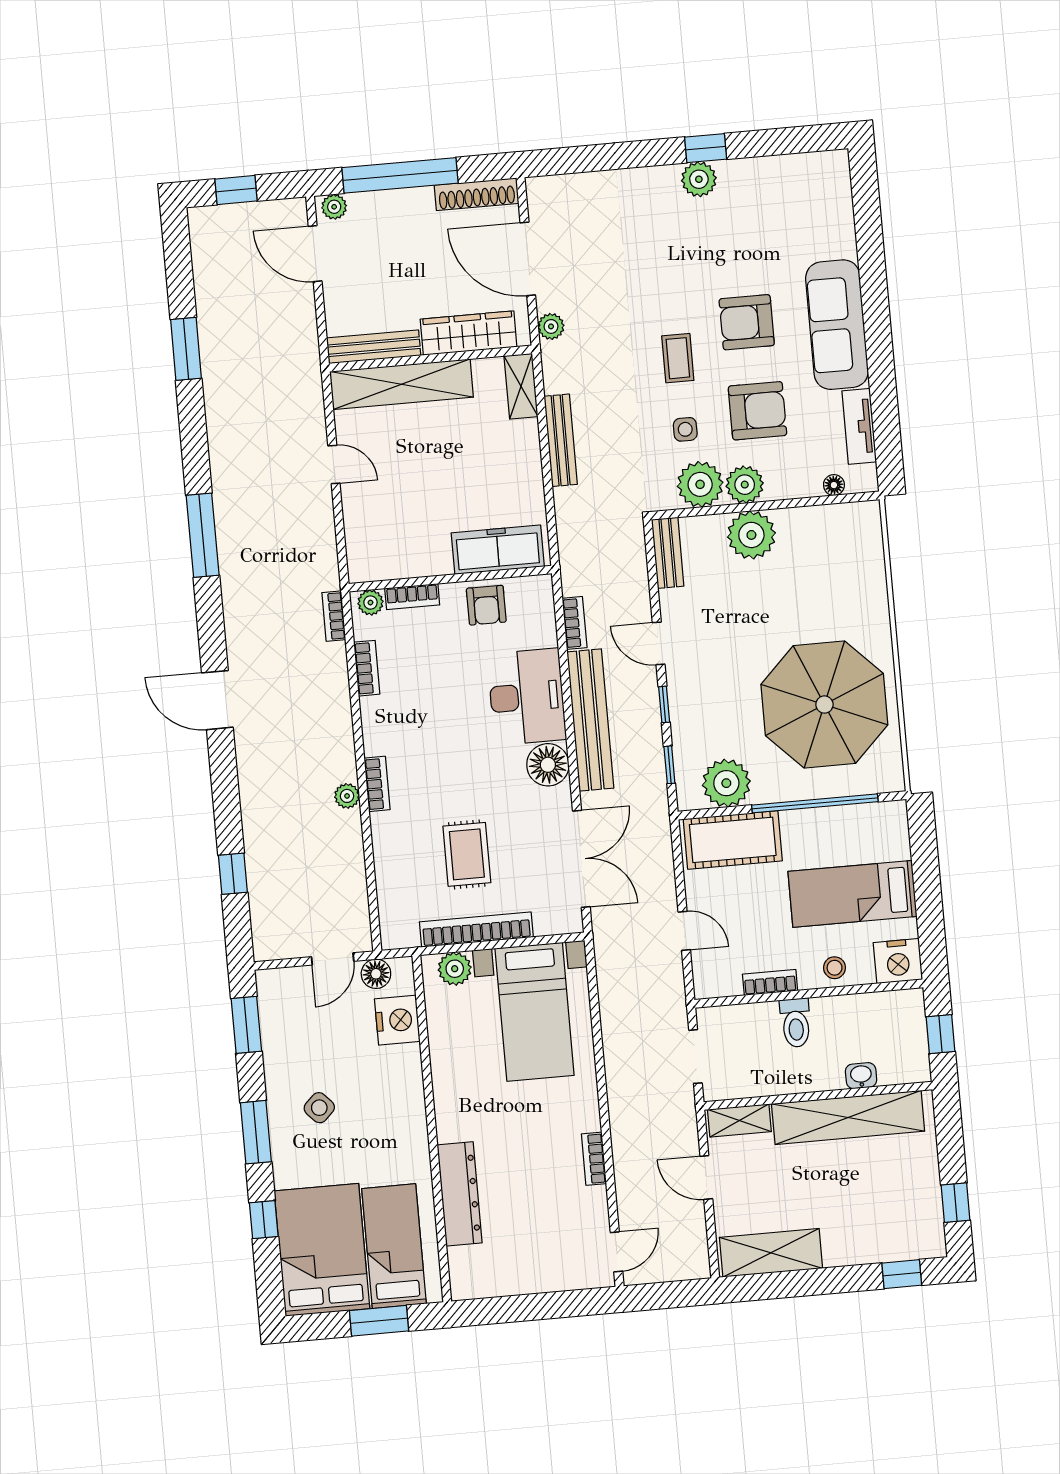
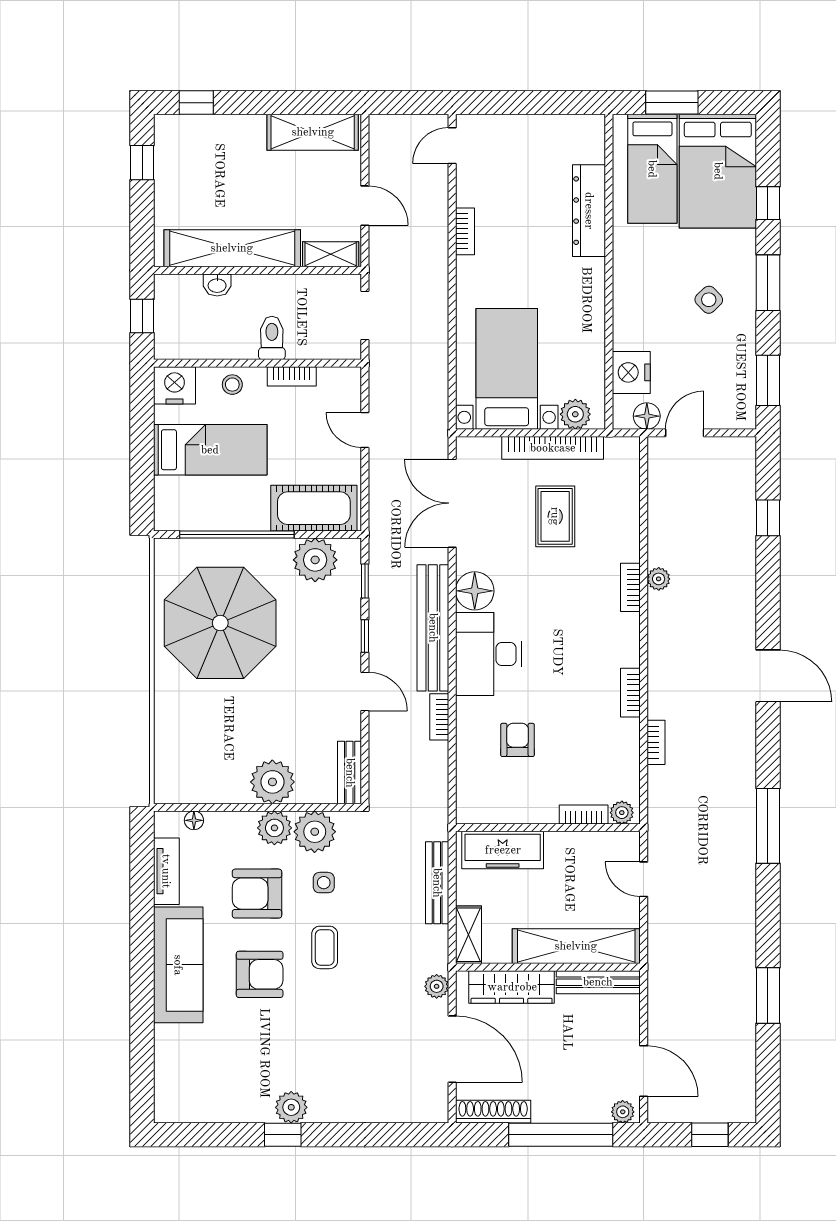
freezer: (498, 550) -> (503, 850), moved
wall: (450, 579) -> (548, 828), moved
bookcase: (412, 597) -> (584, 815), moved
plant: (370, 603) -> (622, 813), moved

